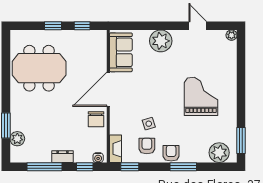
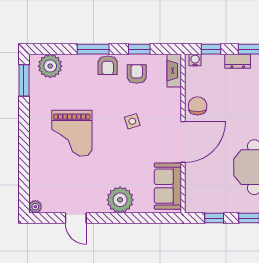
side table: (149, 124) -> (132, 121), moved
armchair: (147, 146) -> (137, 74), turned 180
window: (130, 167) -> (139, 49), moved

